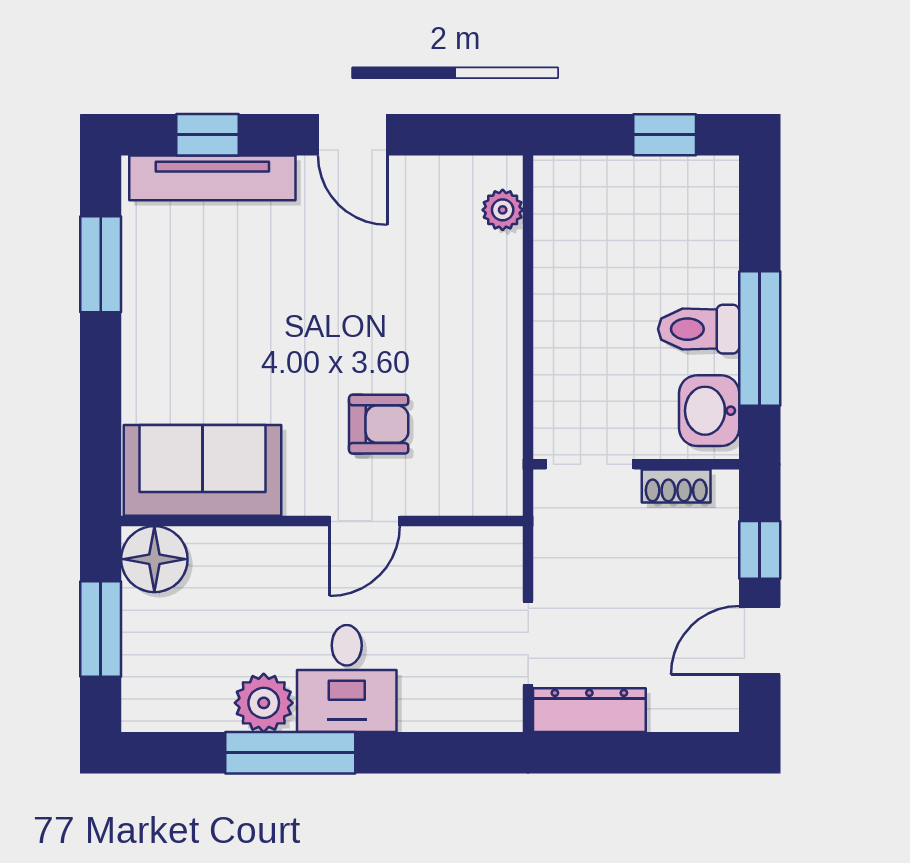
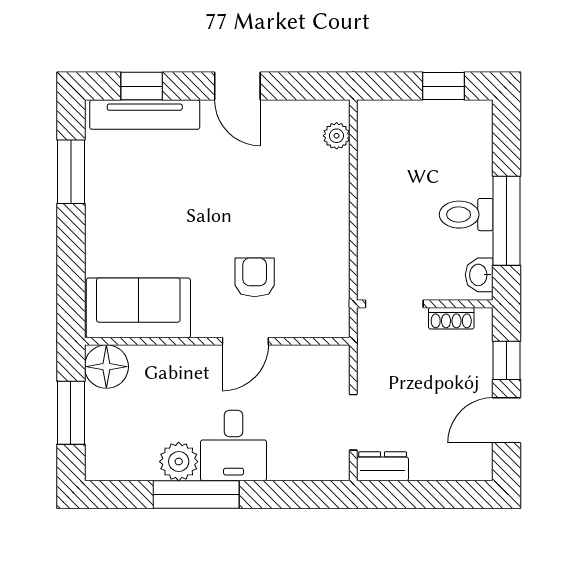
washbasin: (709, 411) -> (479, 275), width x0.72, depth x0.69
armchair: (379, 424) -> (255, 277), turned -90
dresser: (589, 710) -> (383, 466), width x0.70

